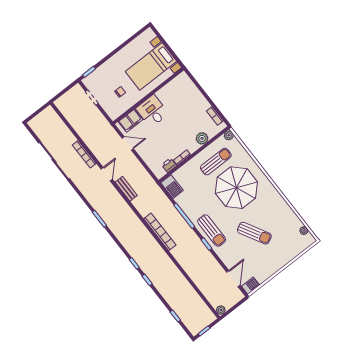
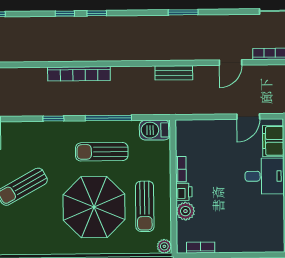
printer: (169, 165) -> (184, 192), moved
door: (107, 174) -> (230, 63), hinge flipped
bench: (126, 189) -> (174, 73), moved
sun lounger: (212, 231) -> (102, 152), moved
bookcase: (160, 232) -> (79, 74), moved

